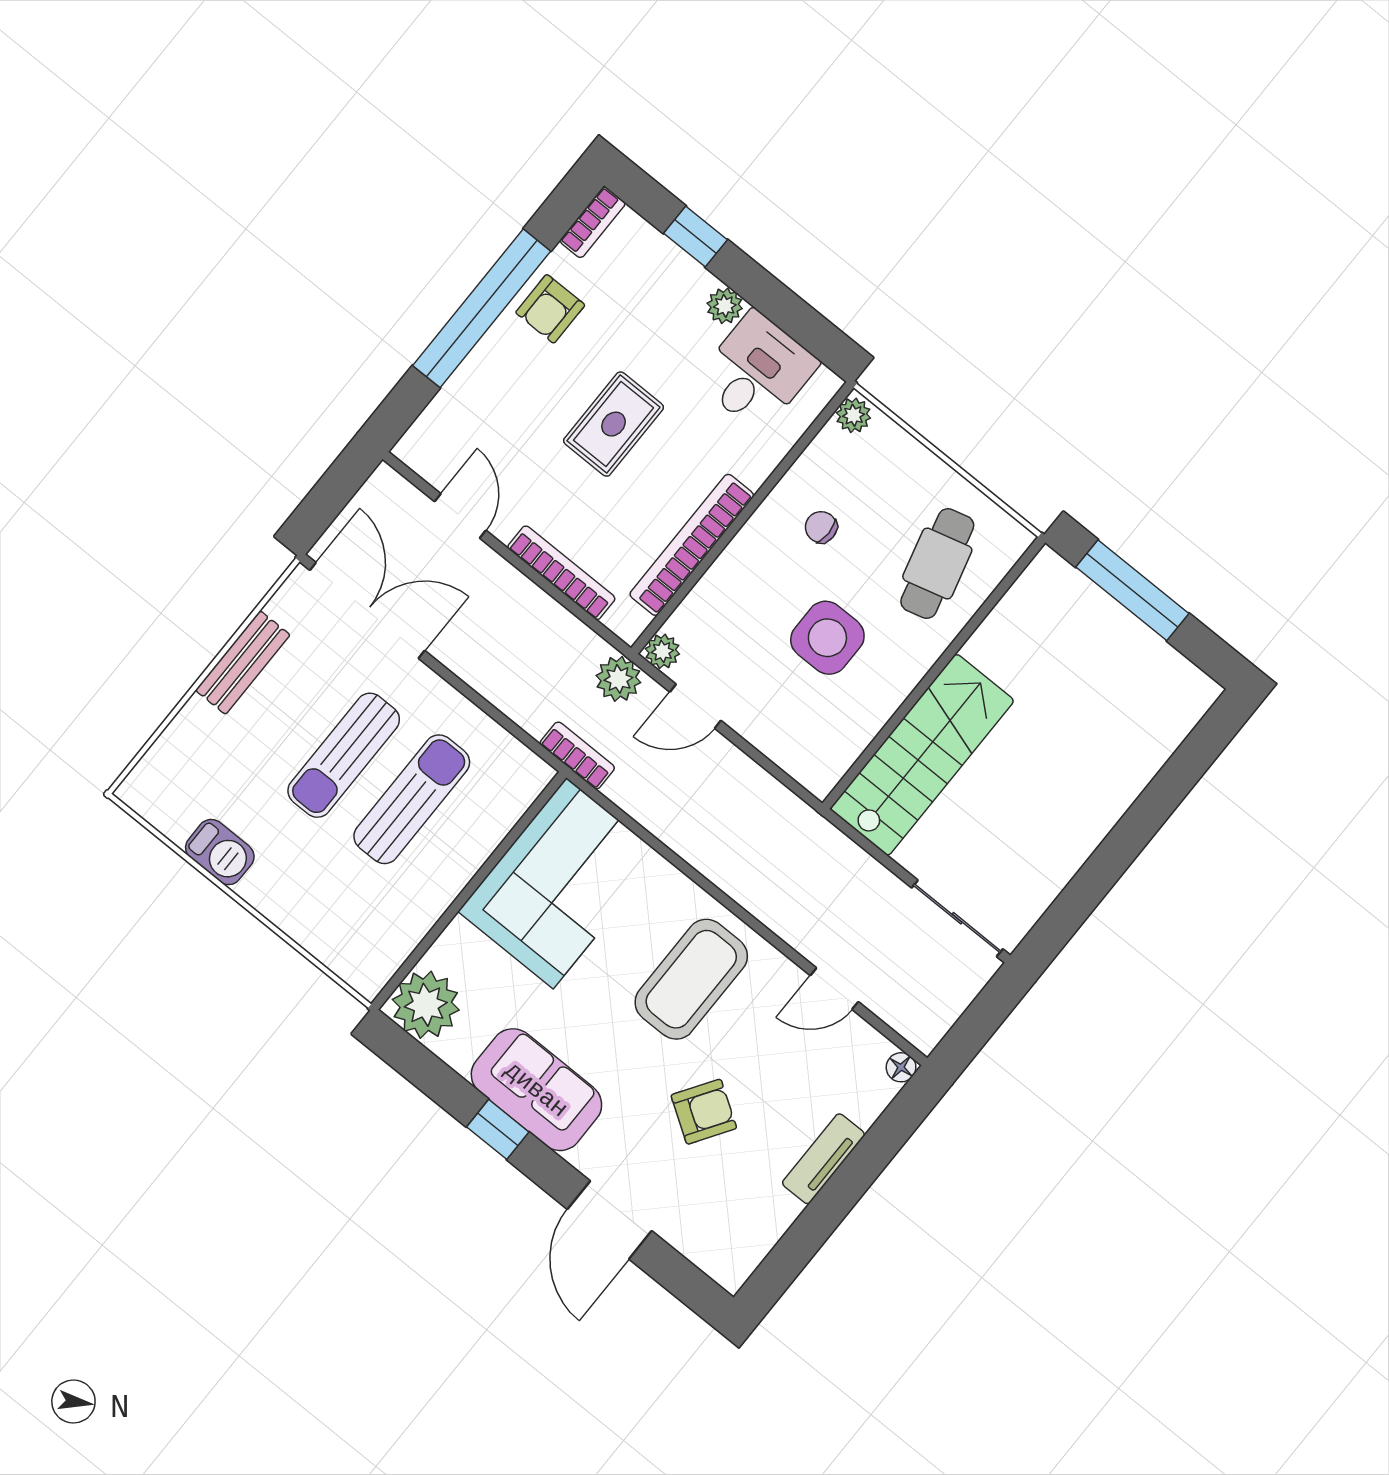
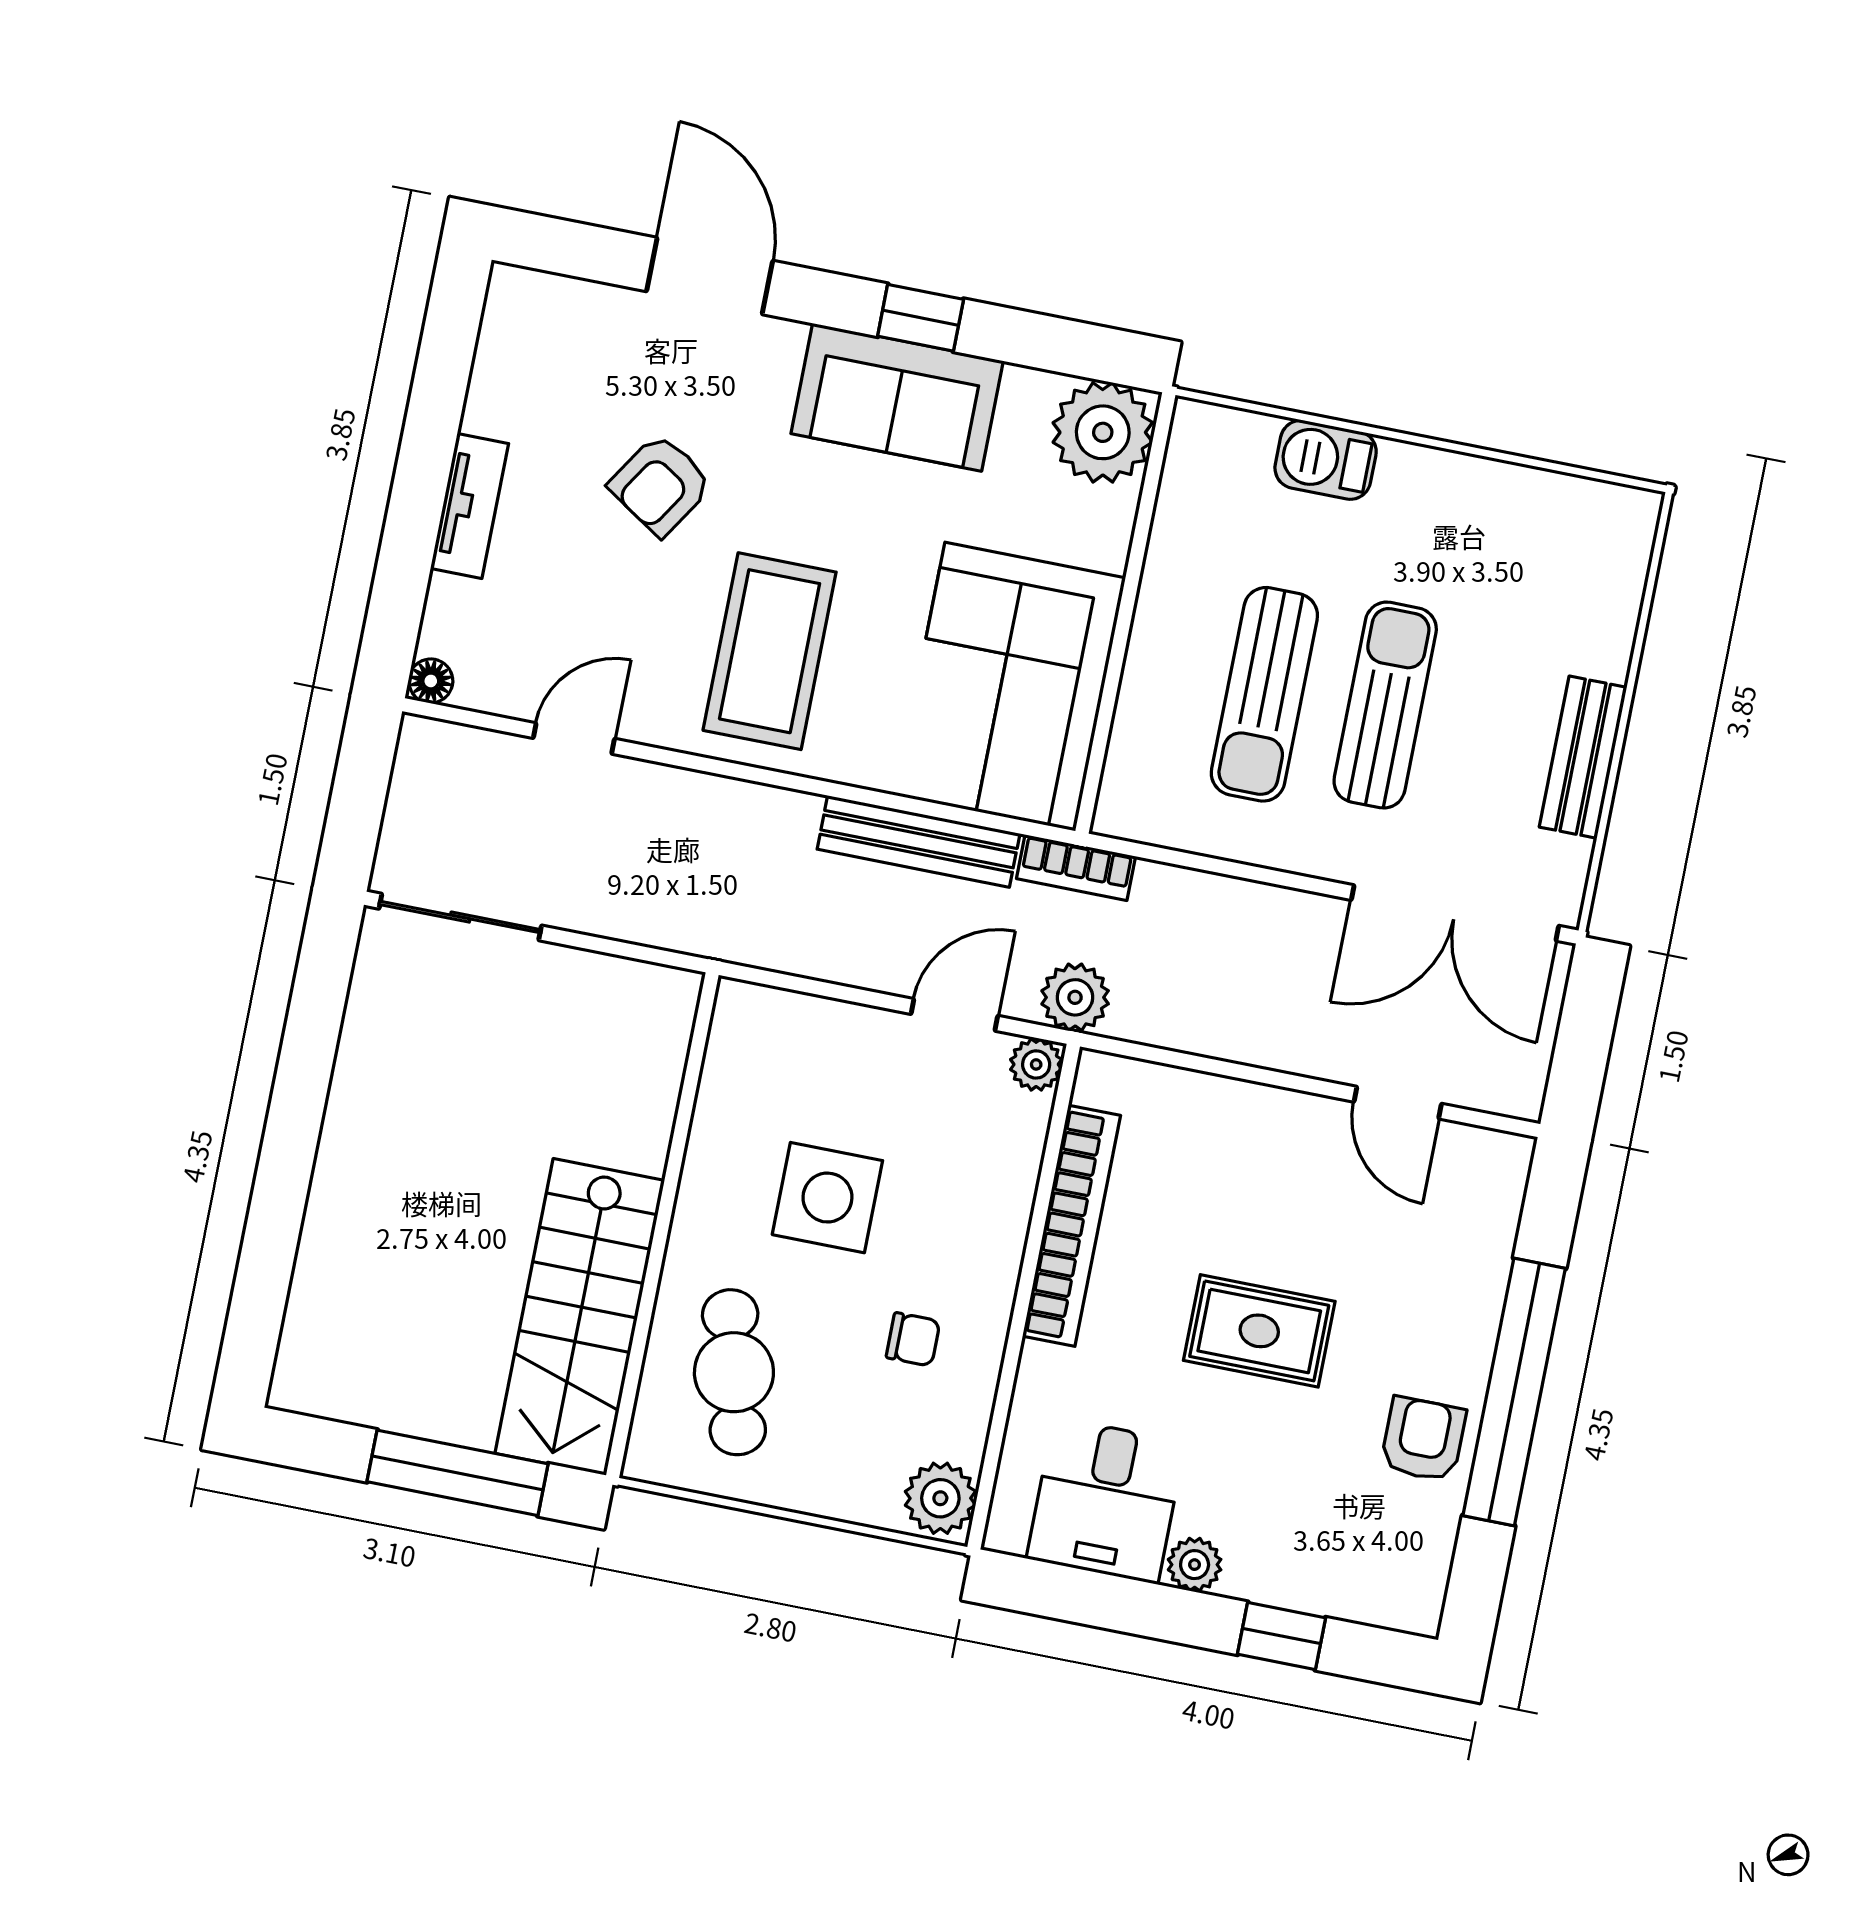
bookcase: (593, 222) -> (1427, 1583), removed
plant: (853, 415) -> (940, 1498), width x1.38, depth x1.38
rug: (613, 424) -> (1259, 1331), turned 90
bookcase: (561, 573) -> (1225, 1098), removed
stairs: (922, 755) -> (580, 1317), moved
bench: (662, 820) -> (919, 841), added
barbecue: (220, 852) -> (1326, 460), moved

